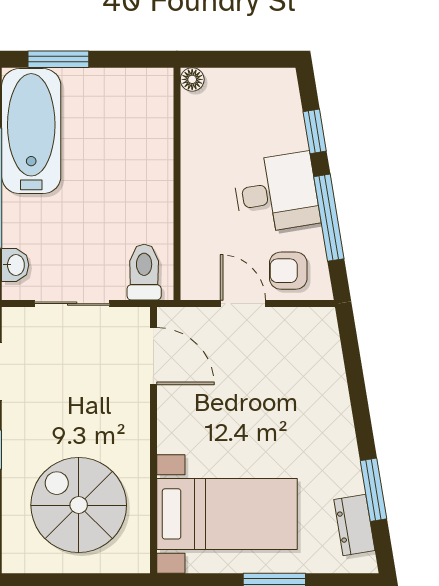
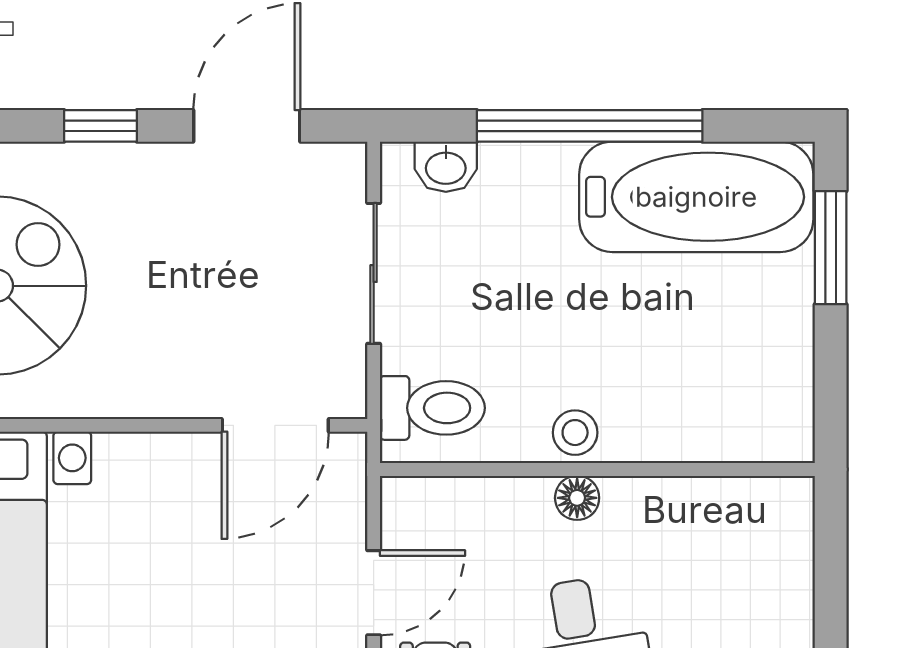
floor lamp: (192, 79) -> (577, 498), moved
stool: (157, 196) -> (575, 433), added

